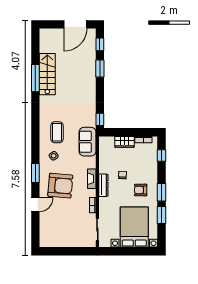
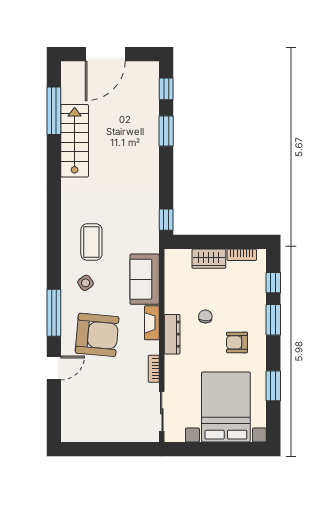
door: (75, 24) -> (105, 54), moved
window: (35, 78) -> (54, 111), moved
sofa: (88, 142) -> (145, 279), moved
window: (35, 173) -> (54, 313), width x1.44
window: (161, 192) -> (273, 320), moved

